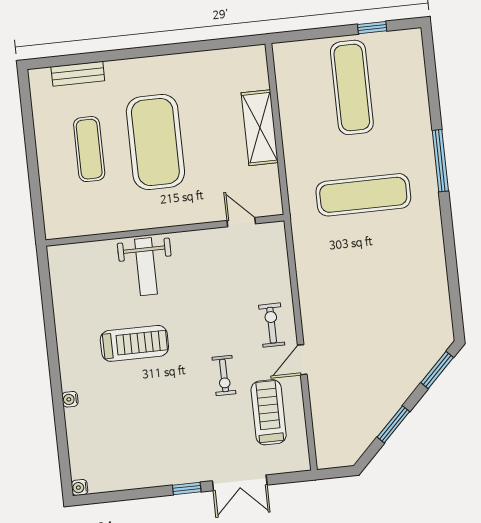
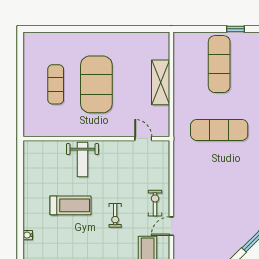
bench: (78, 74) -> (54, 38), removed
exercise bike: (224, 376) -> (115, 215), moved

